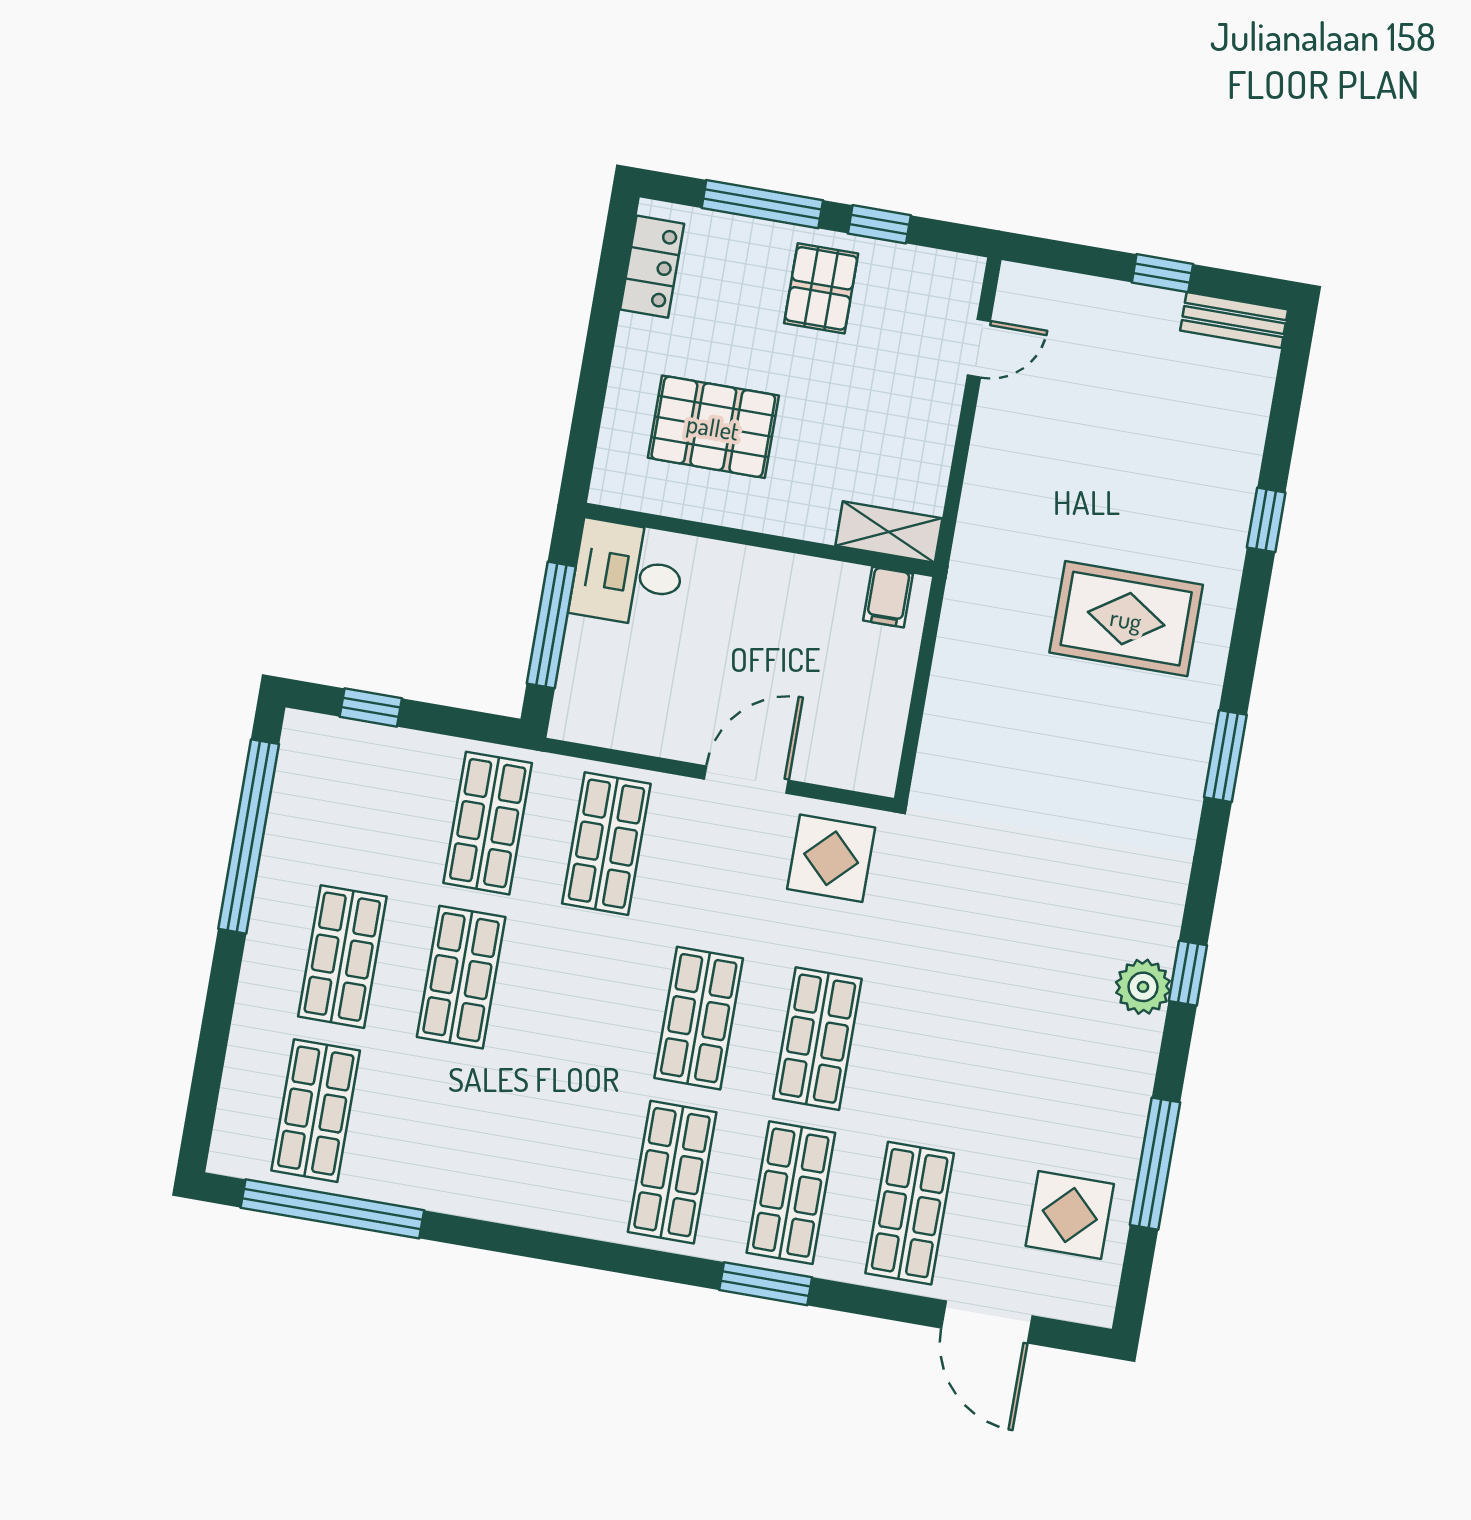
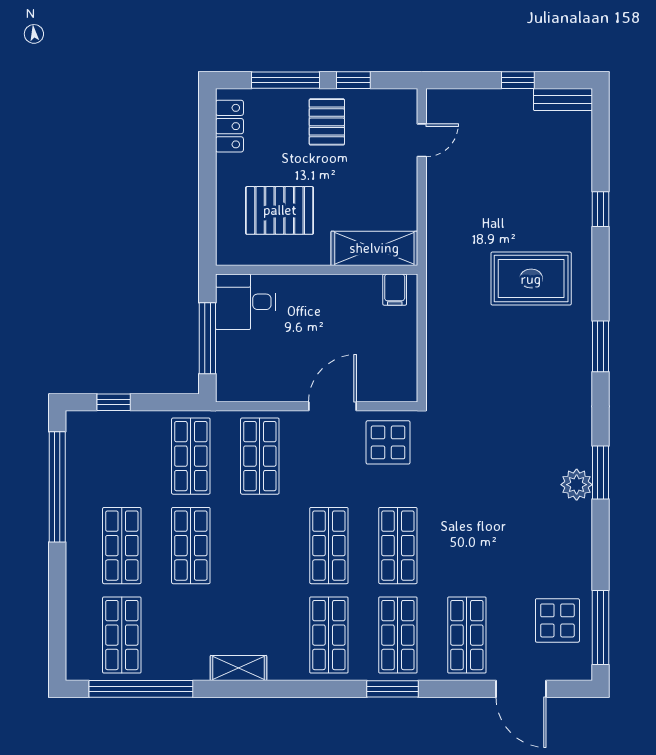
shelving: (889, 532) -> (374, 248), width x1.50, depth x1.33
window: (1188, 973) -> (600, 473), width x1.50
window: (1155, 1164) -> (600, 628), moved
shelving: (507, 1202) -> (238, 668), added

